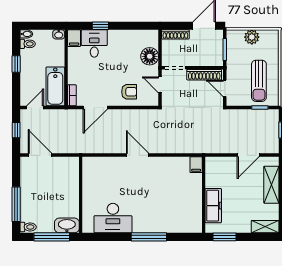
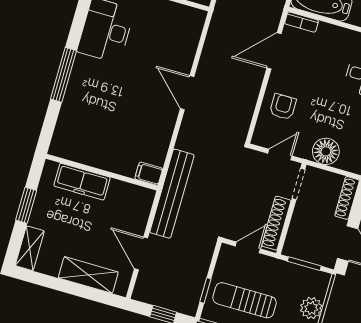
armchair: (129, 92) -> (283, 107), turned 180
door: (95, 107) -> (274, 51), hinge flipped
bench: (204, 146) -> (172, 194), added
door: (138, 155) -> (187, 93), swing flipped
window: (225, 237) -> (26, 205), moved

